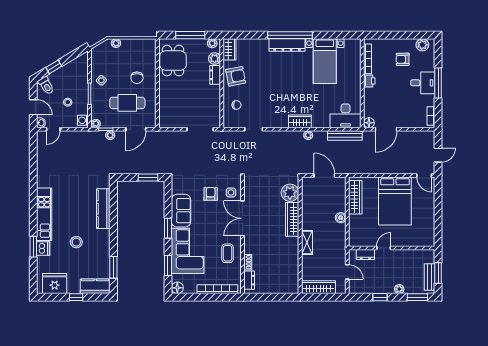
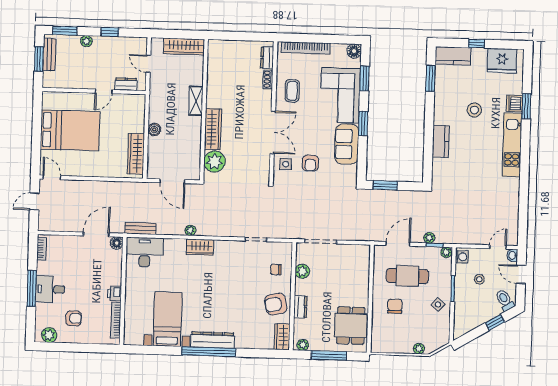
plant: (215, 59) -> (302, 271), moved
bench: (345, 136) -> (141, 228), width x0.73
bed: (395, 201) -> (70, 130), moved, turned 90
kitchen counter: (103, 209) -> (441, 141), width x0.67

